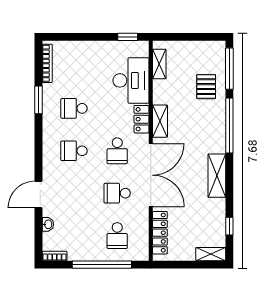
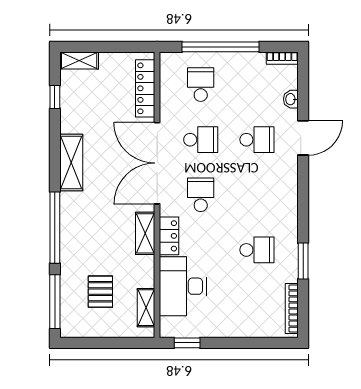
pallet: (206, 87) -> (100, 292), moved
school desk: (74, 151) -> (257, 140), moved

